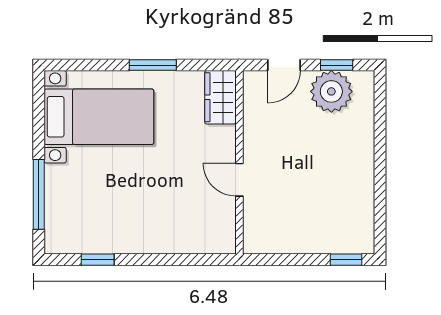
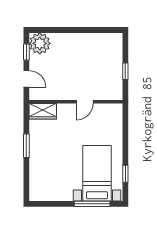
plant: (331, 91) -> (40, 43), moved
bed with nightstands: (99, 117) -> (97, 173), moved
window: (346, 260) -> (125, 71), moved

